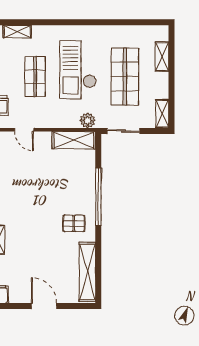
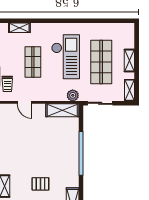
shelving: (162, 57) -> (129, 61), moved
checkout: (78, 70) -> (66, 57), turned 180
pallet: (74, 223) -> (40, 184), moved

